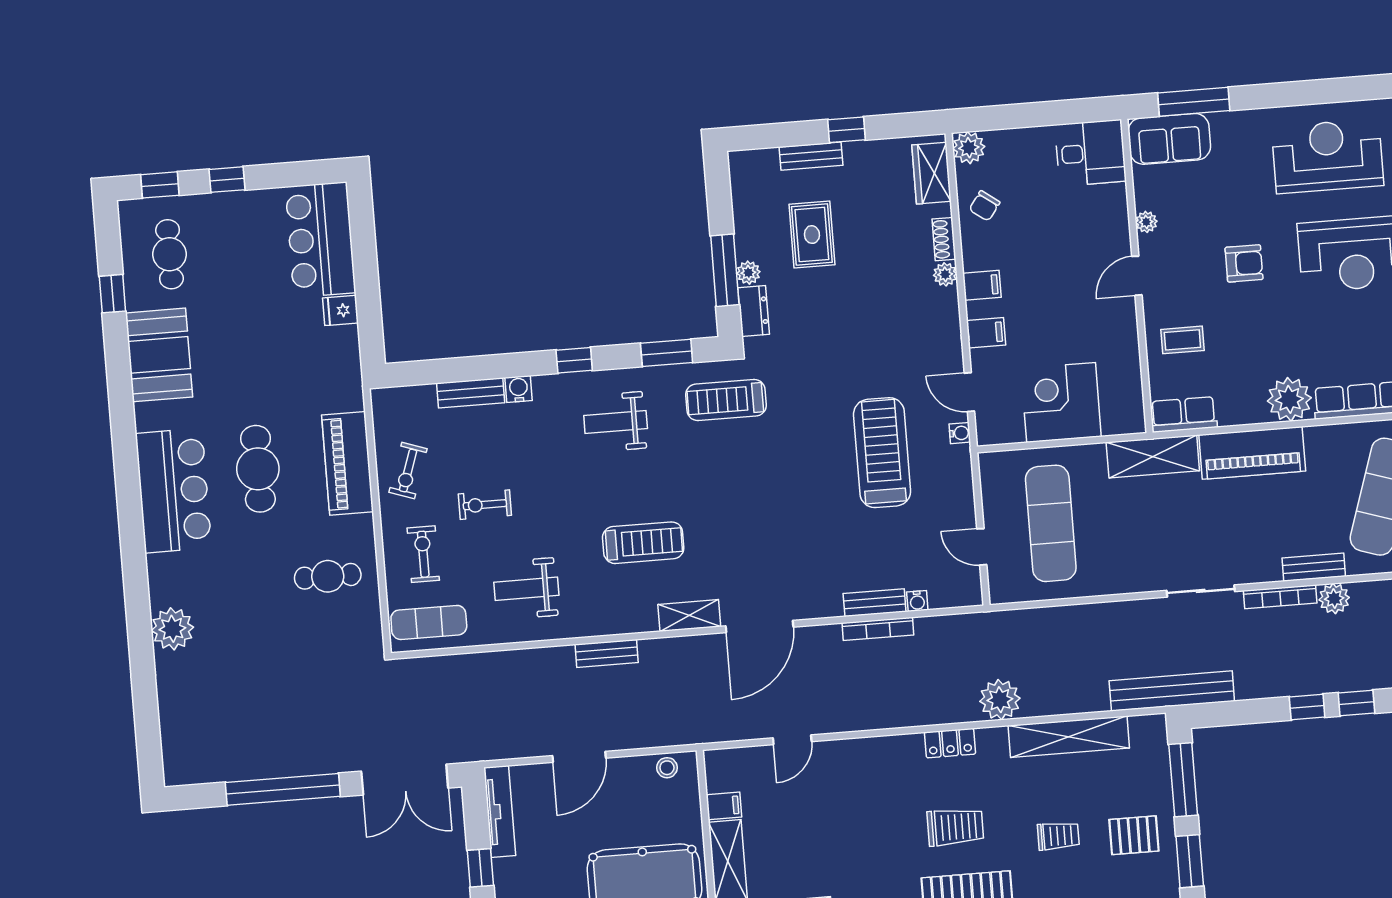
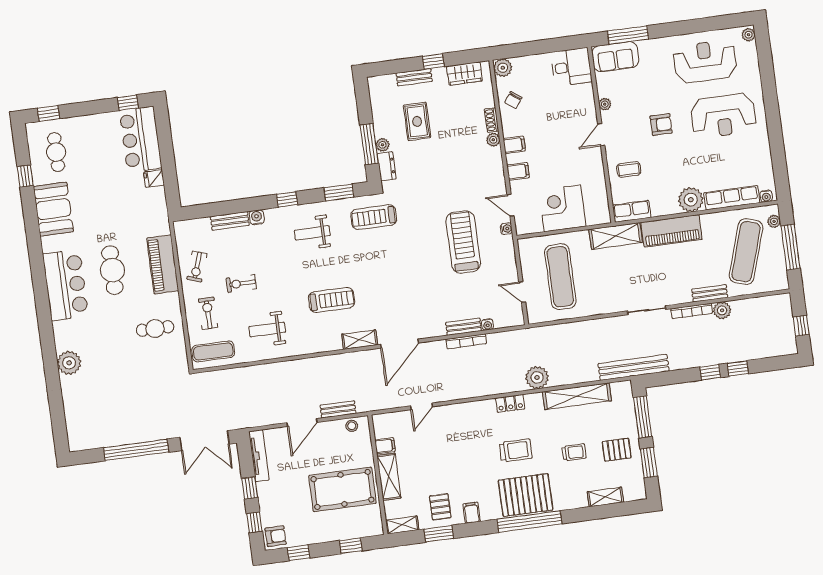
wardrobe: (932, 173) -> (464, 74), moved, turned -90
window: (227, 180) -> (128, 103), moved
bench: (607, 653) -> (338, 409), moved

